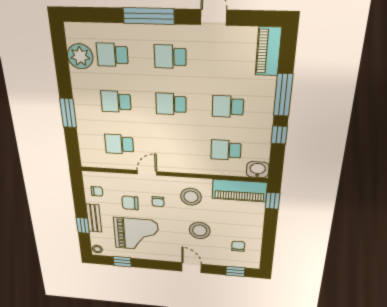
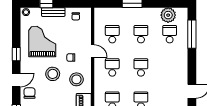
window: (149, 16) -> (192, 34), moved
school desk: (170, 57) -> (112, 67), moved
chair: (130, 203) -> (30, 93), moved
stool: (200, 230) -> (53, 74), moved
grand piano: (136, 234) -> (42, 41), turned 180
window: (122, 262) -> (16, 54), moved

